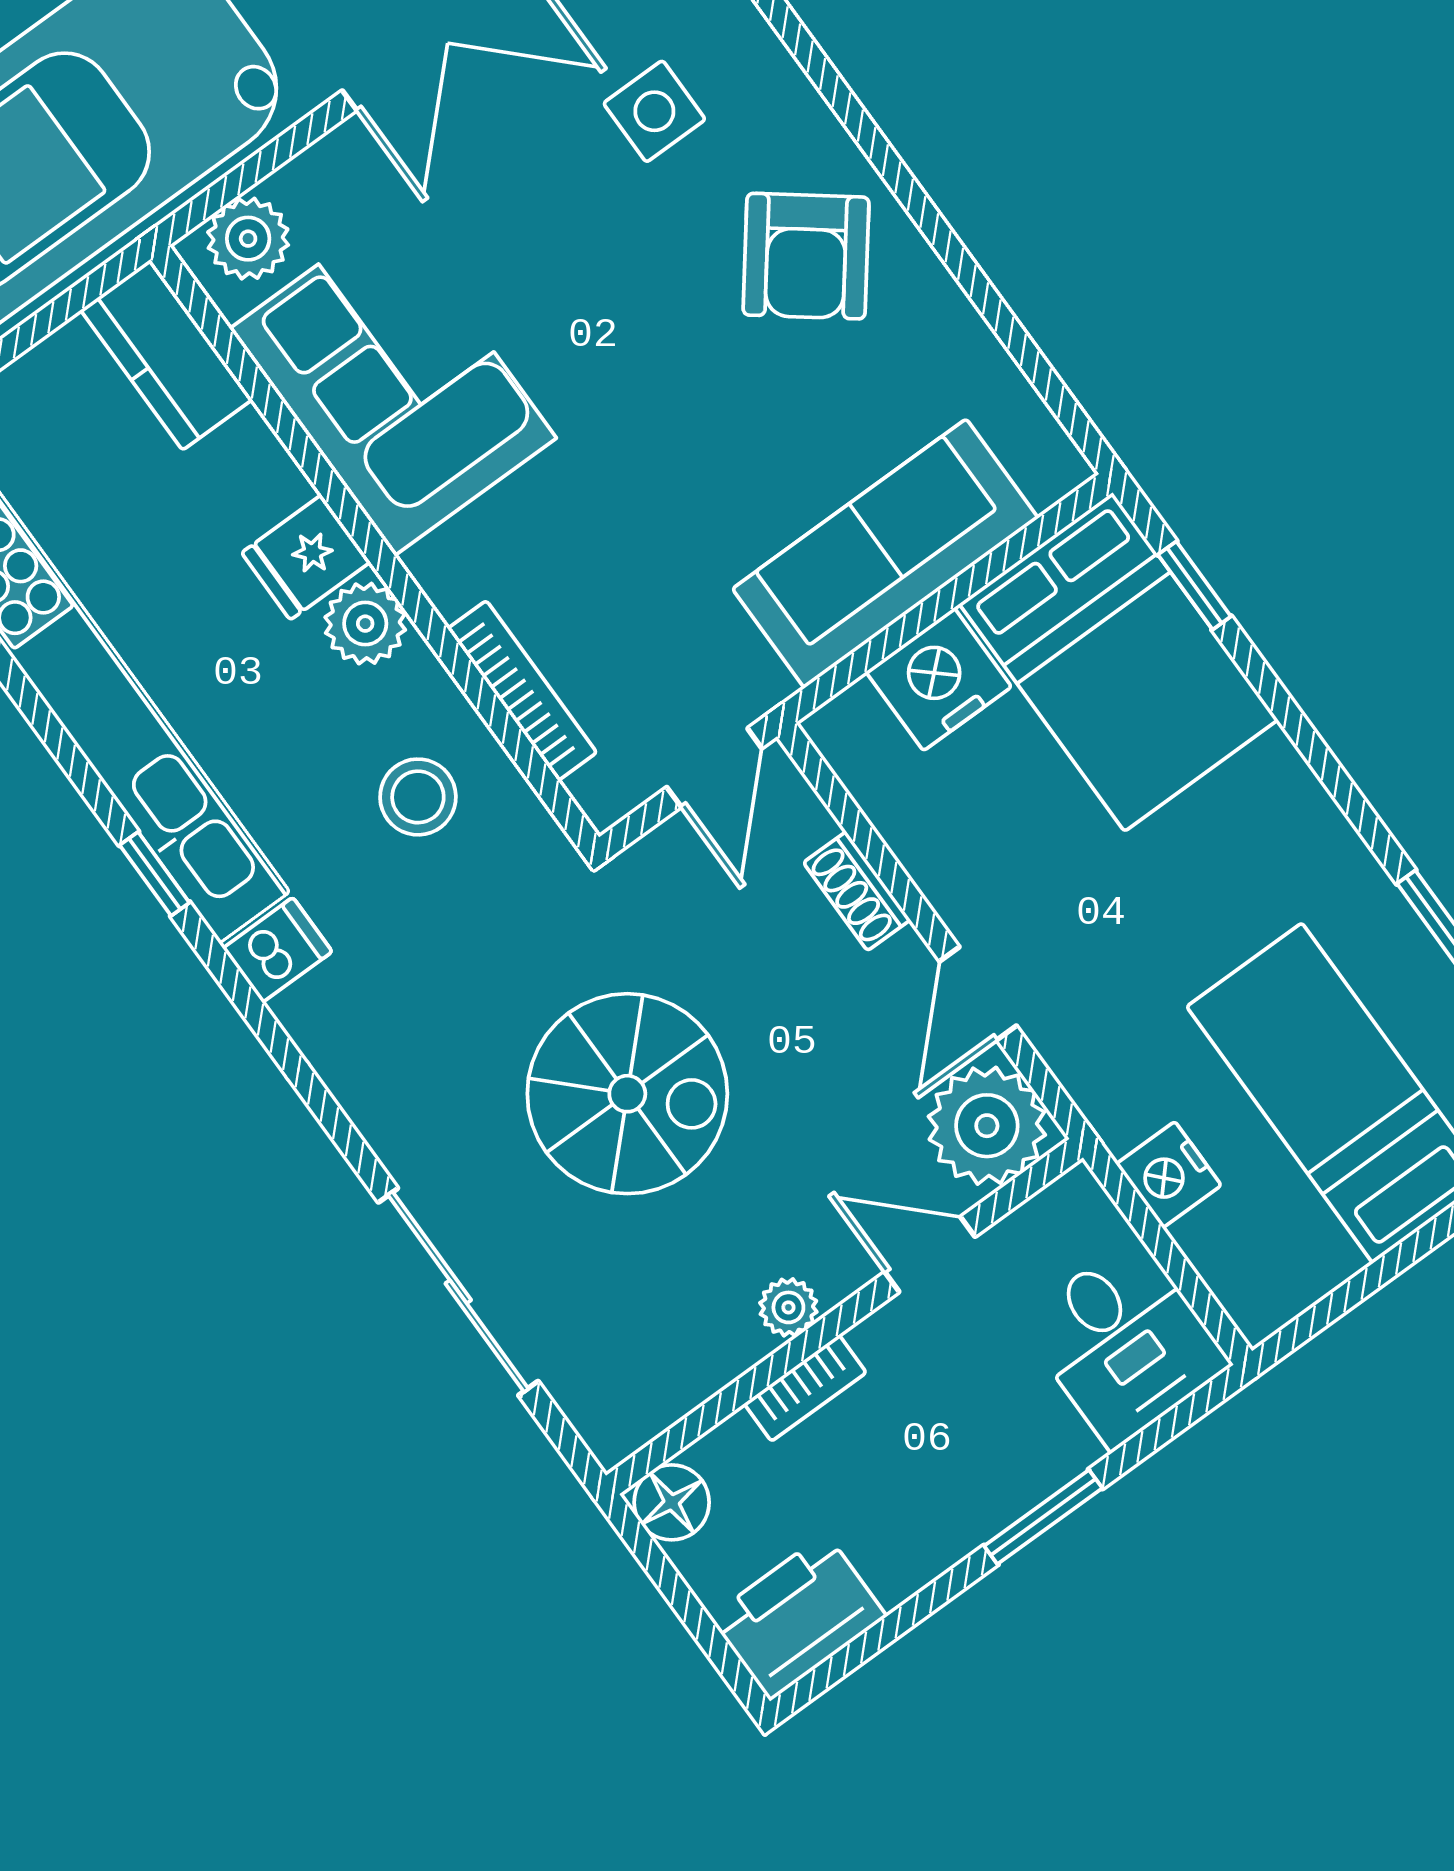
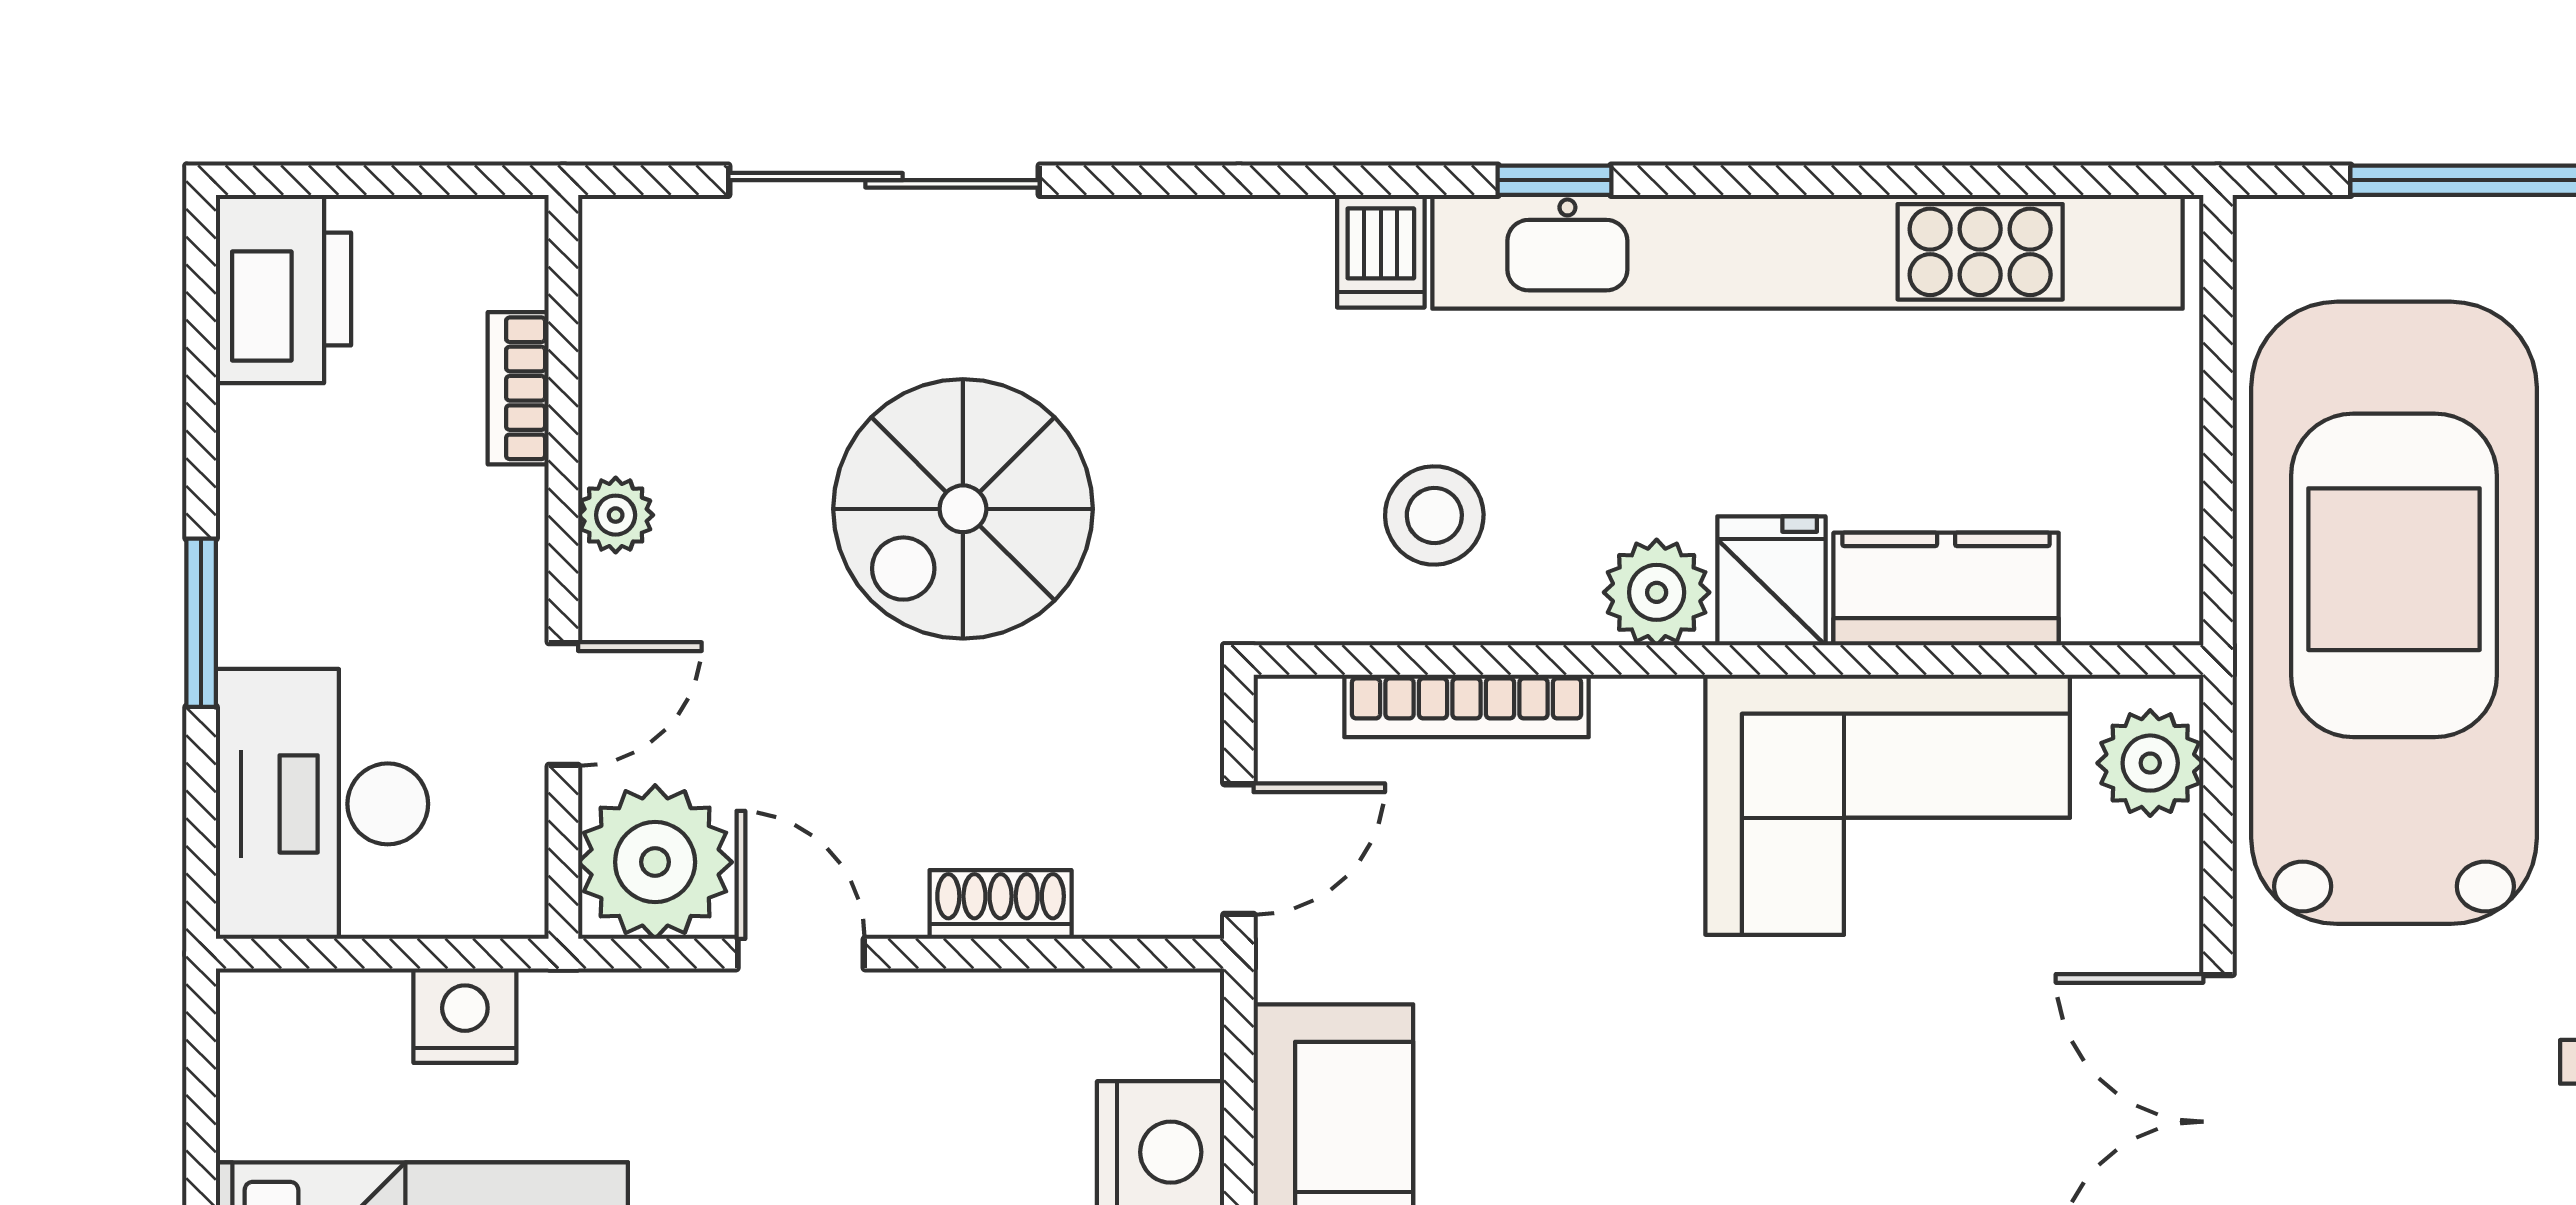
kitchen counter: (167, 355) -> (1946, 589), moved
door: (714, 768) -> (1239, 849), swing flipped
desk: (1124, 1343) -> (322, 804), width x1.37
bookcase: (805, 1388) -> (518, 388), moved
floor lamp: (672, 1502) -> (500, 244), removed

